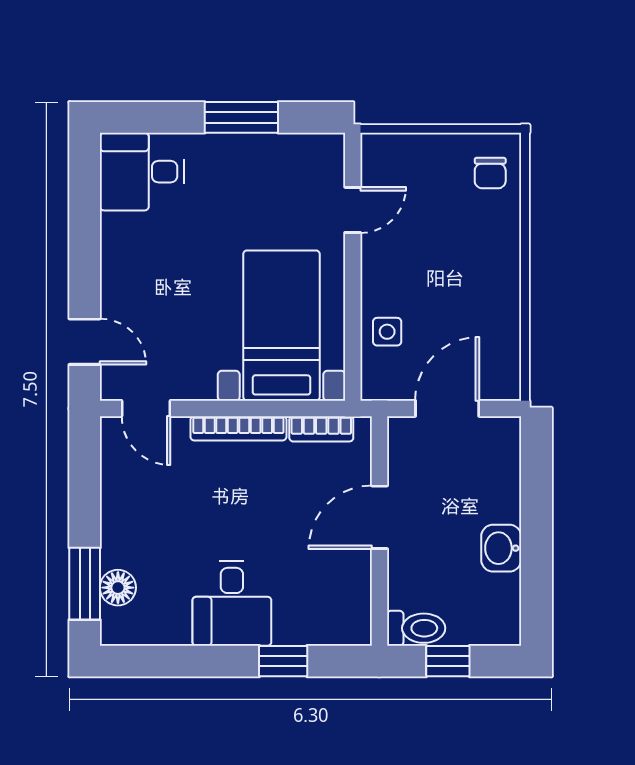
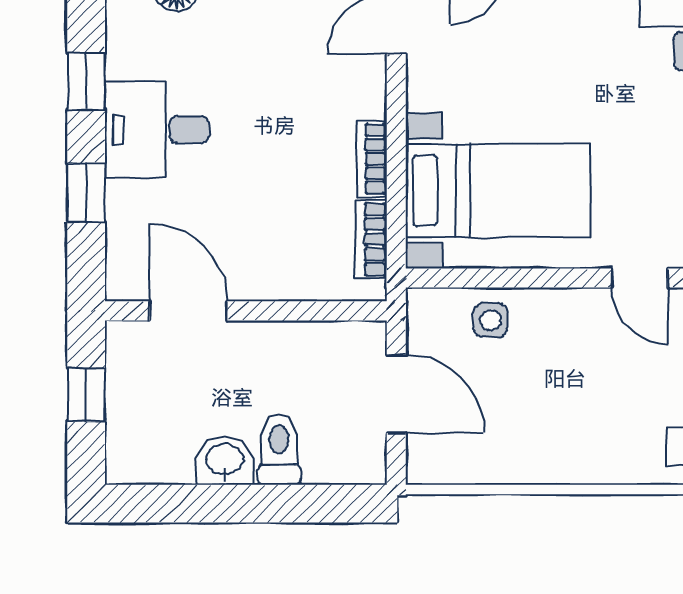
bookcase: (238, 428) -> (372, 159), width x0.64
door: (380, 517) -> (188, 311), moved
toilet: (416, 628) -> (279, 449), moved, turned 180
window: (193, 661) -> (86, 82), added

